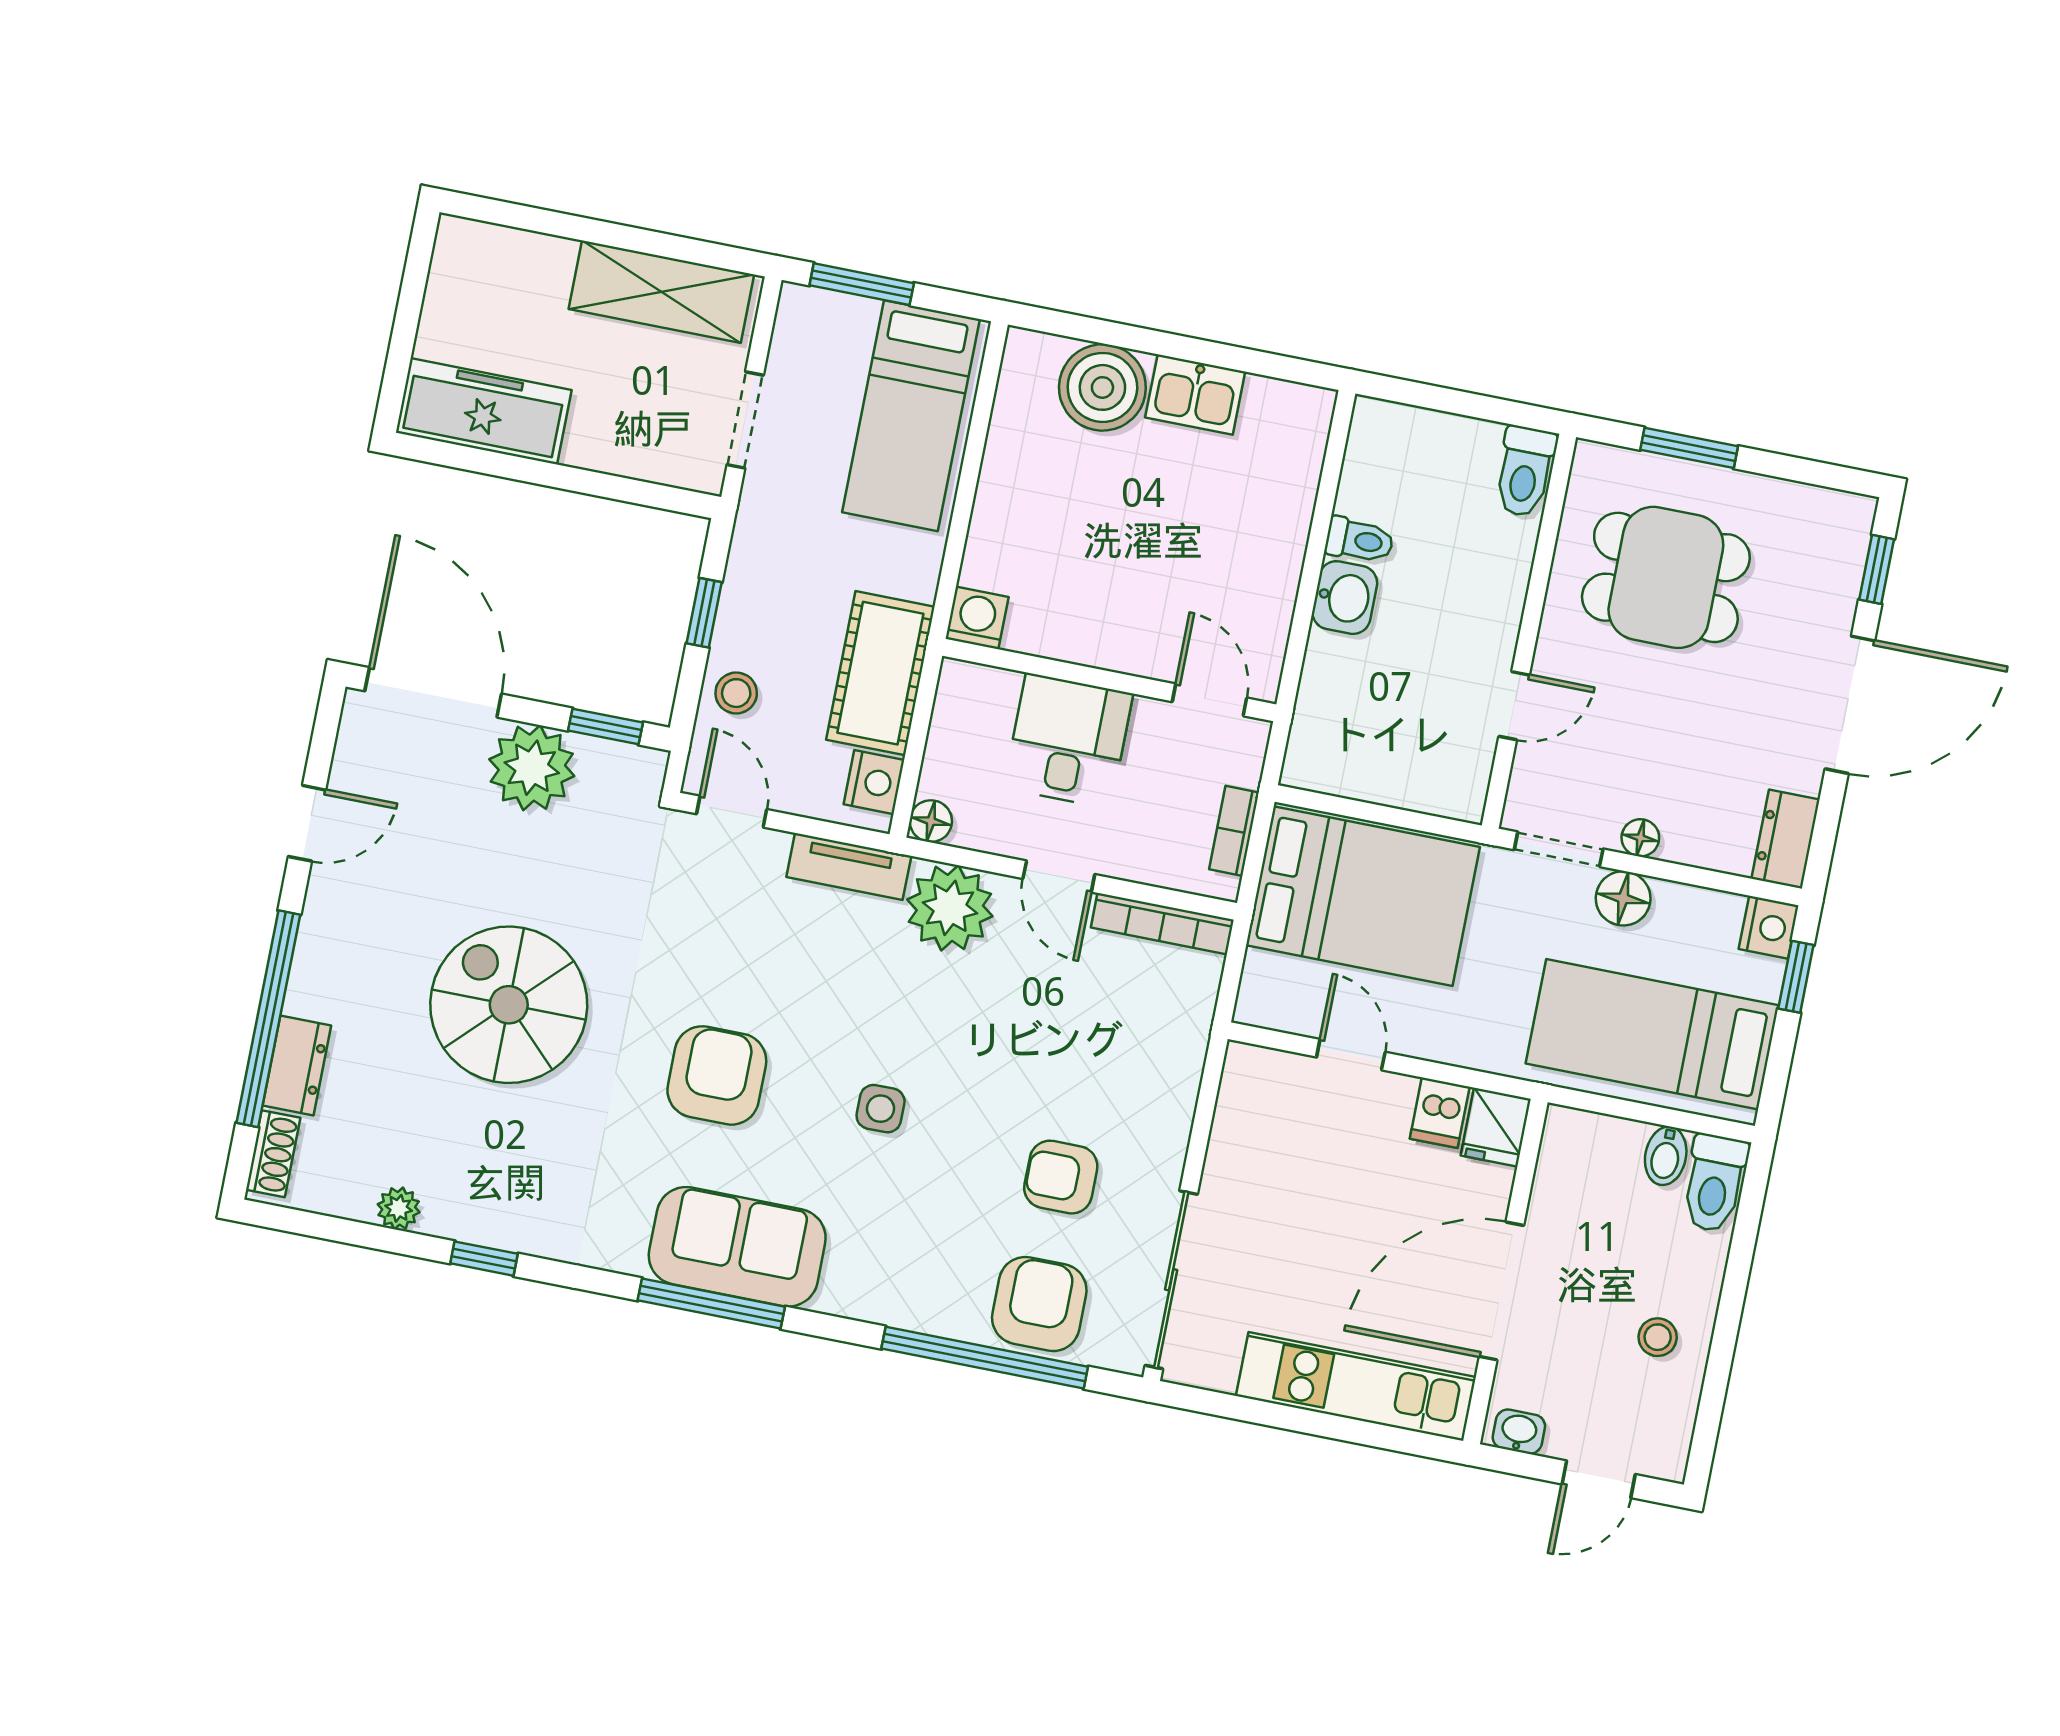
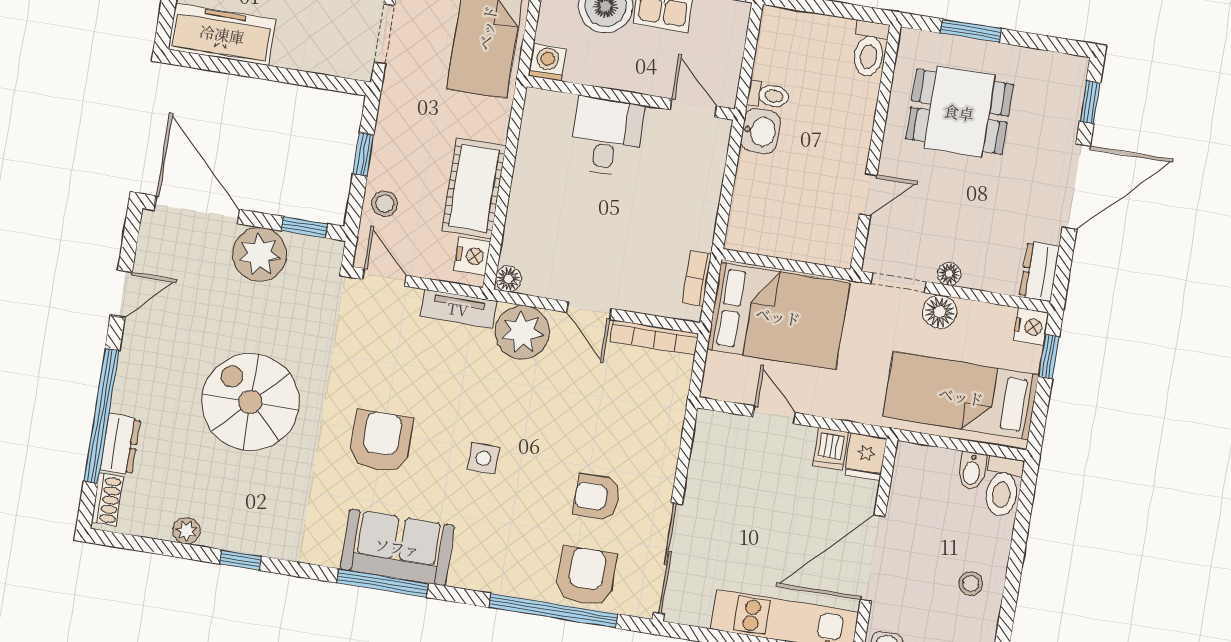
washing machine: (977, 618) -> (547, 62), moved
wall: (1109, 680) -> (631, 98), moved
door: (1210, 700) -> (693, 108), moved
desk: (1068, 741) -> (606, 136), moved

